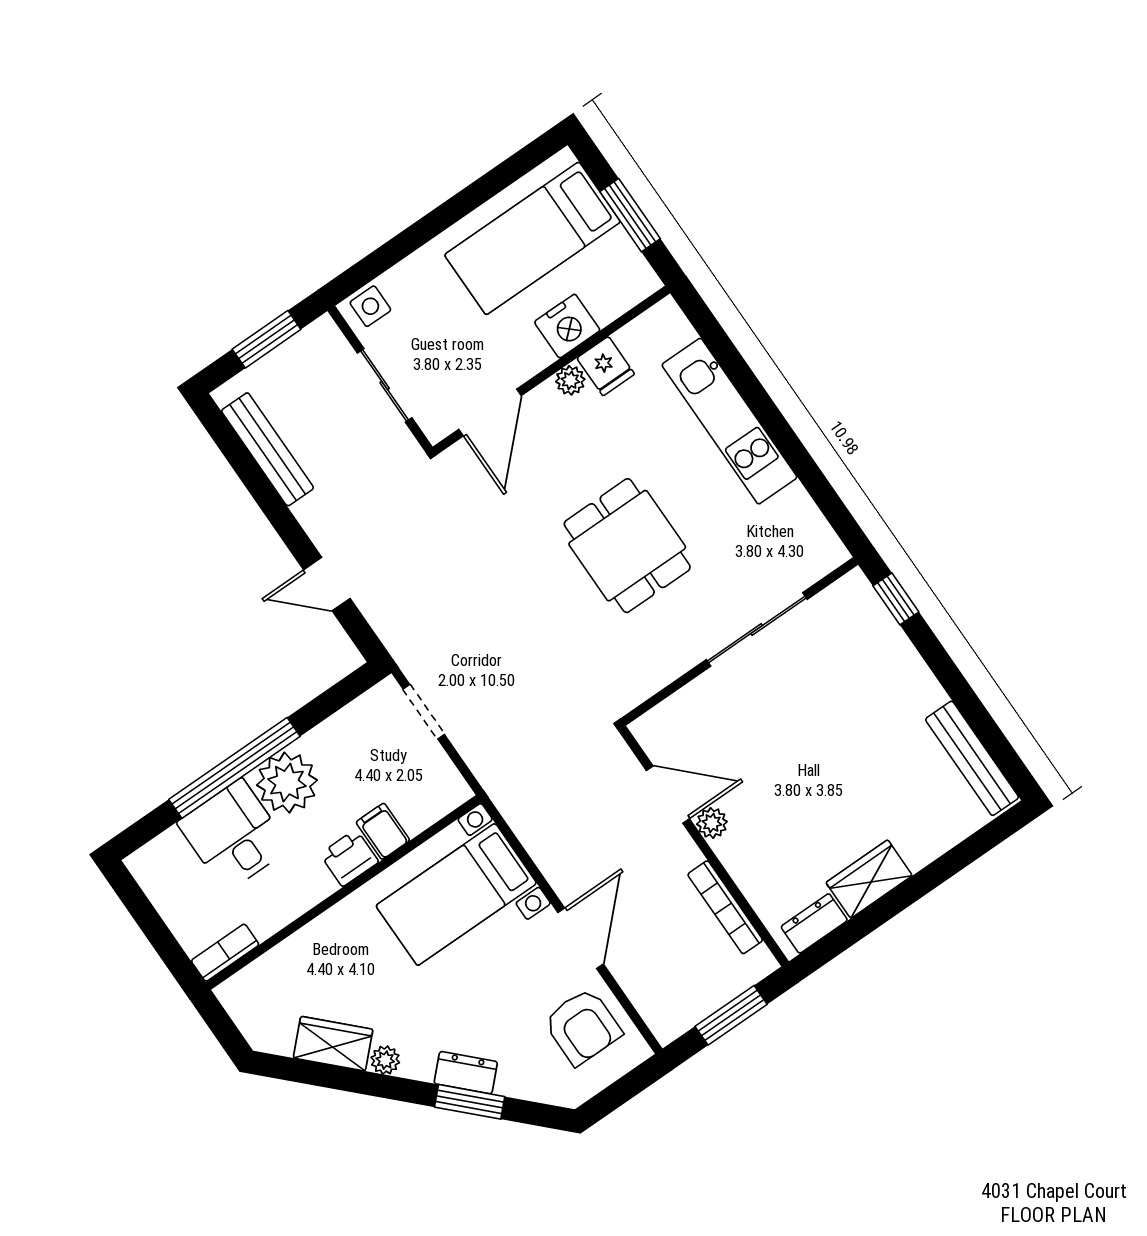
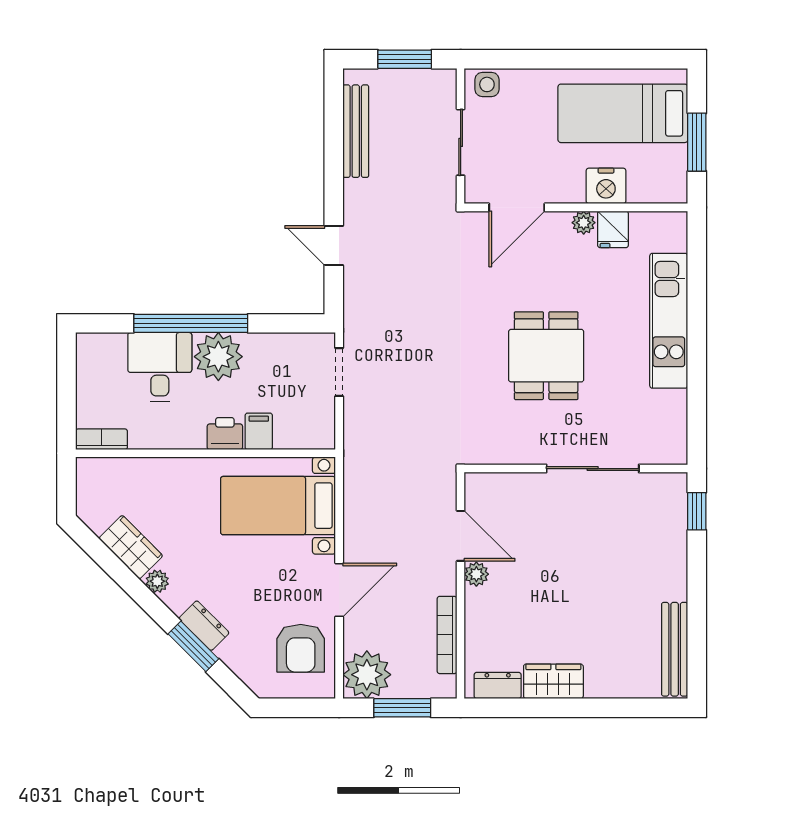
plant: (670, 1006) -> (367, 675), added

